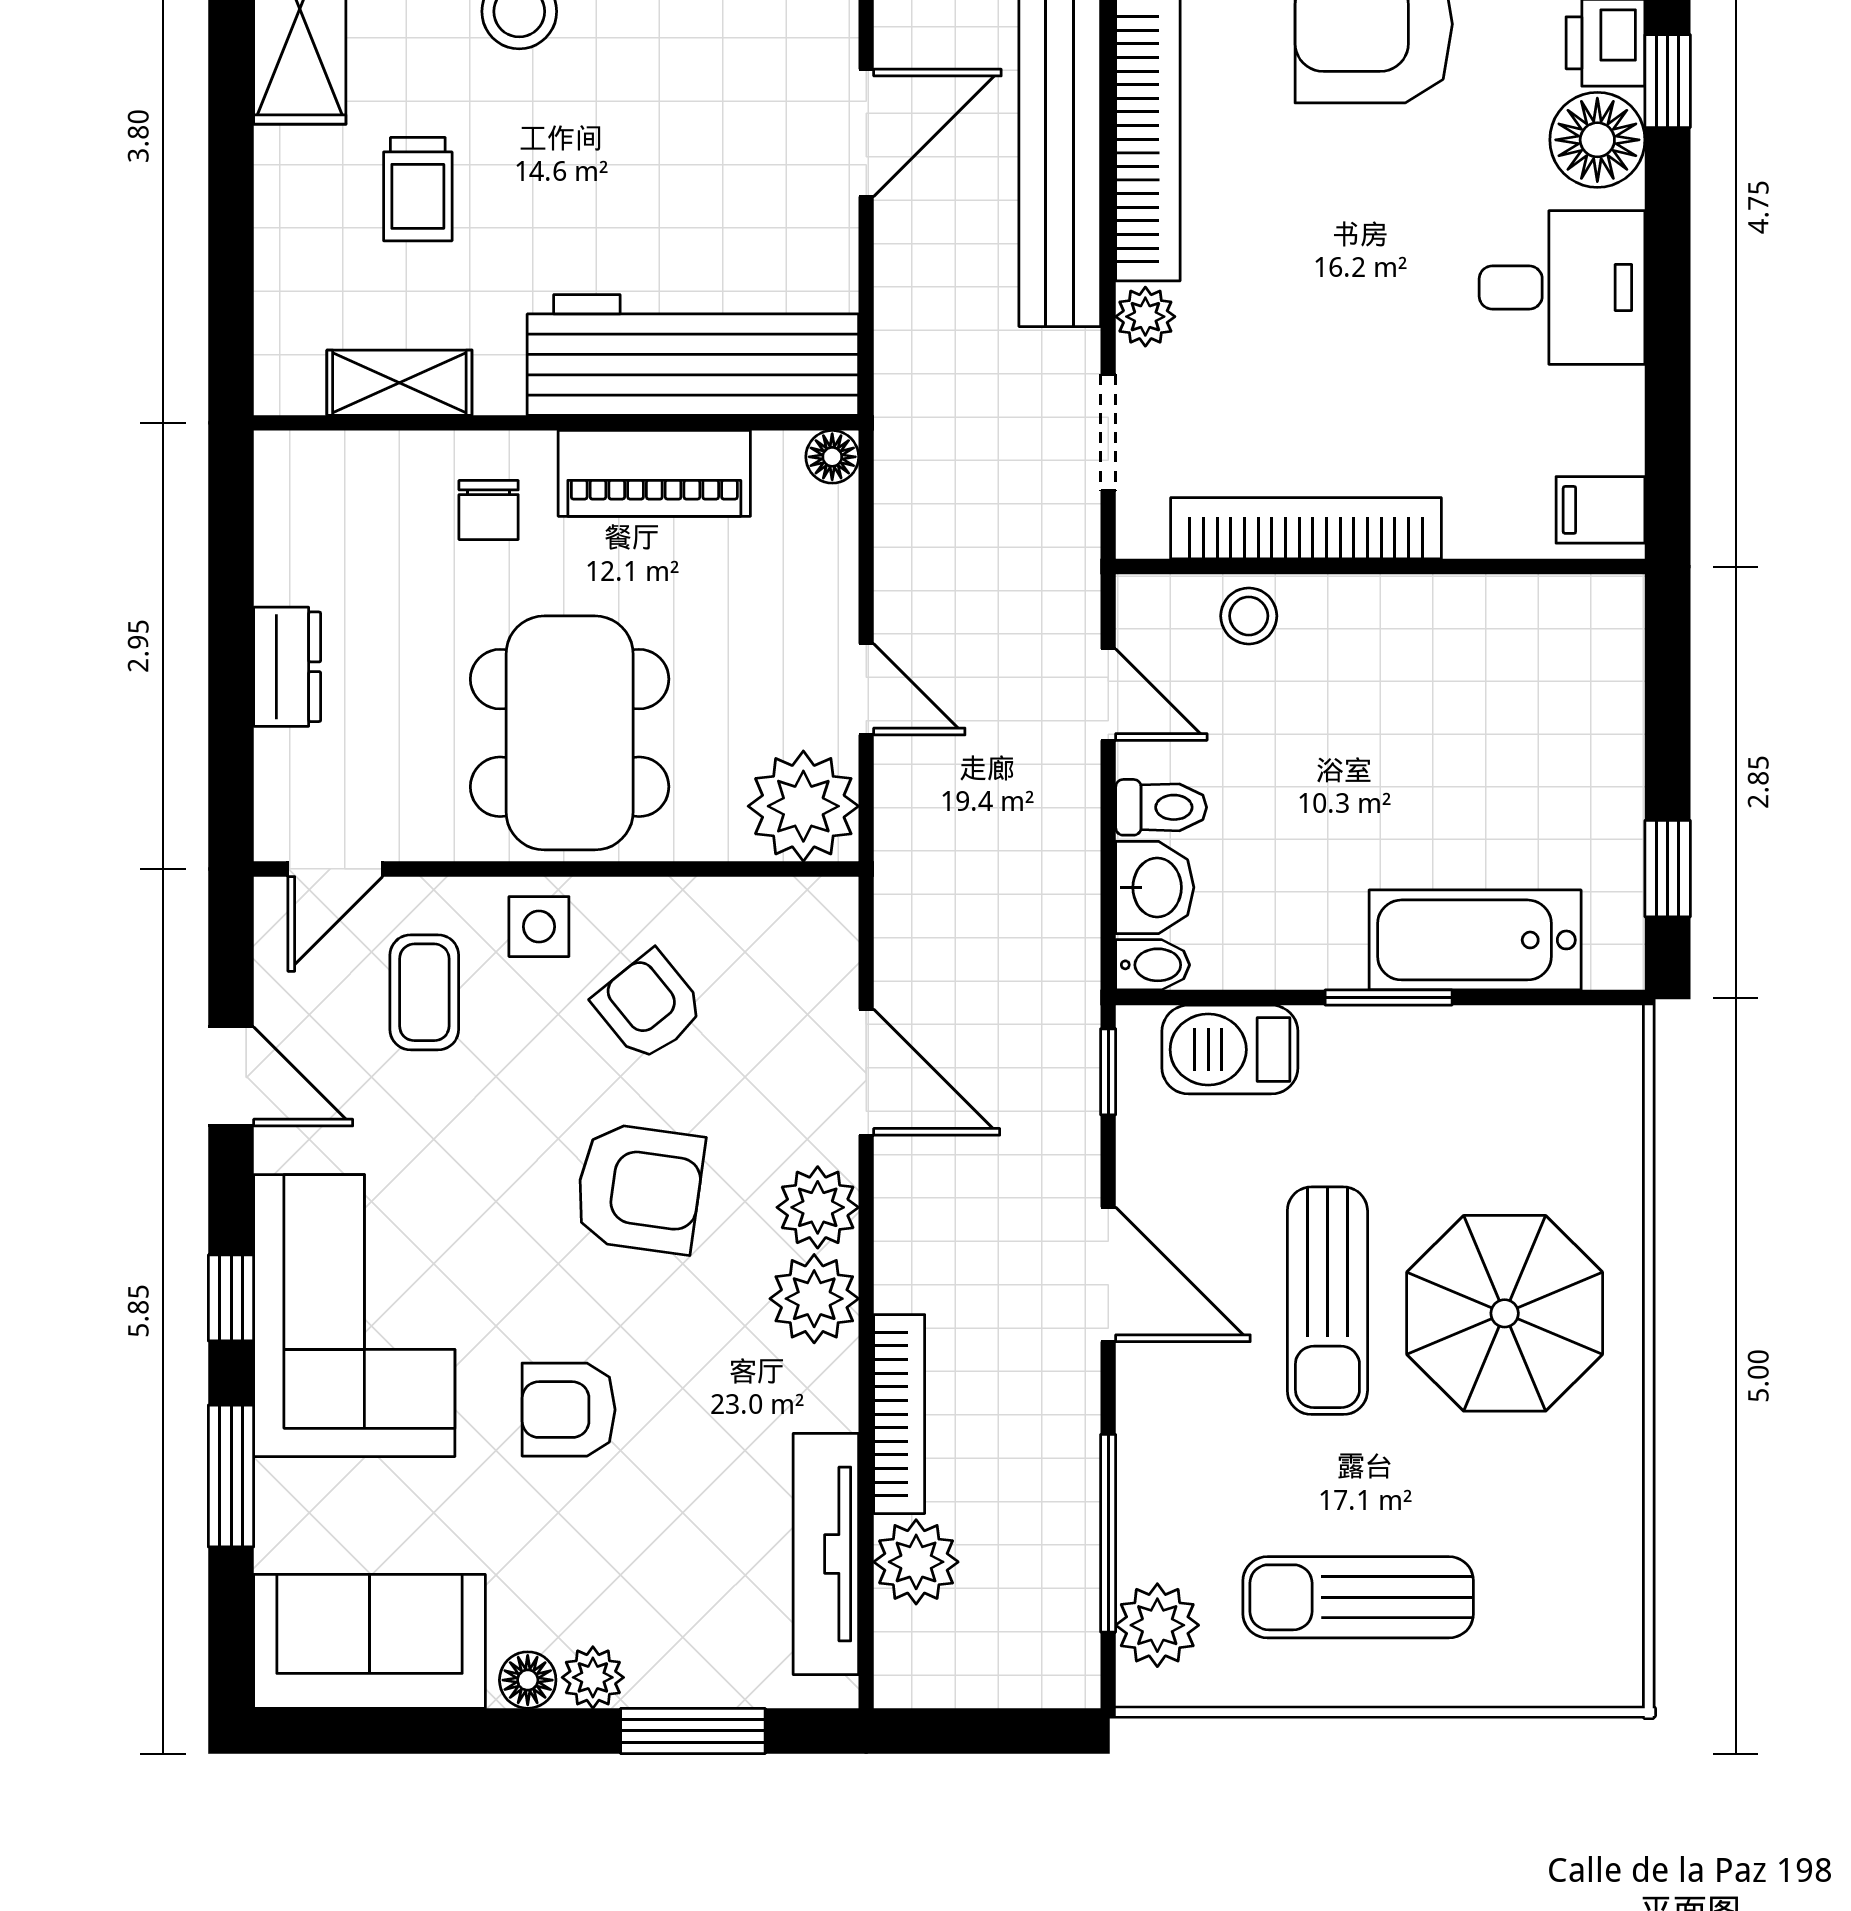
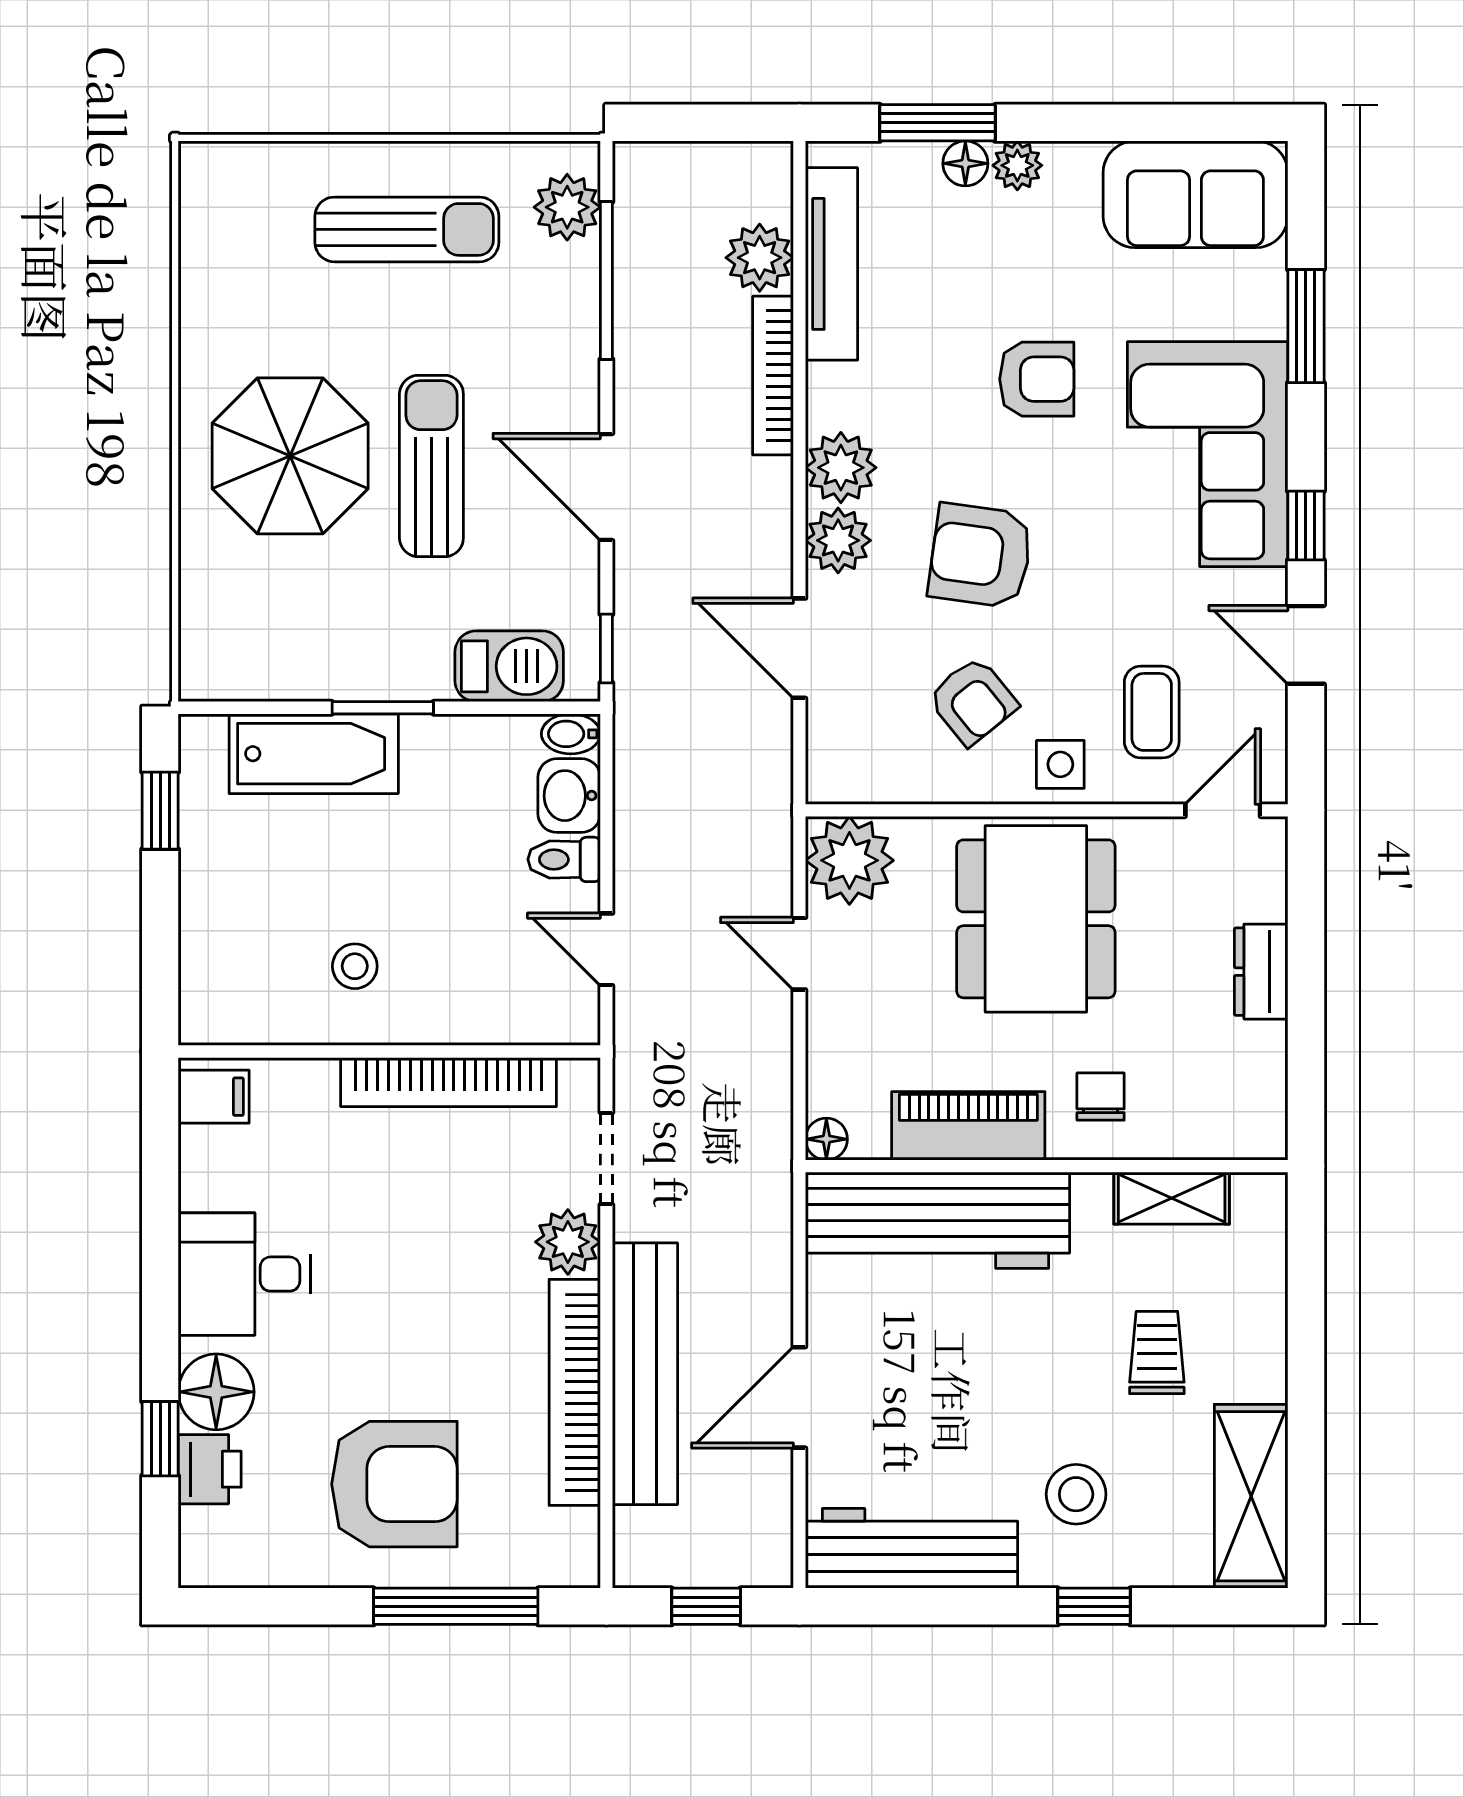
plant: (1145, 317) -> (568, 1242), width x1.38, depth x1.38
stool: (1249, 616) -> (355, 966), moved
window: (231, 1298) -> (1306, 526), moved
floor lamp: (528, 1680) -> (965, 163), moved

